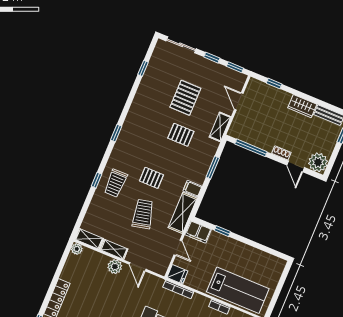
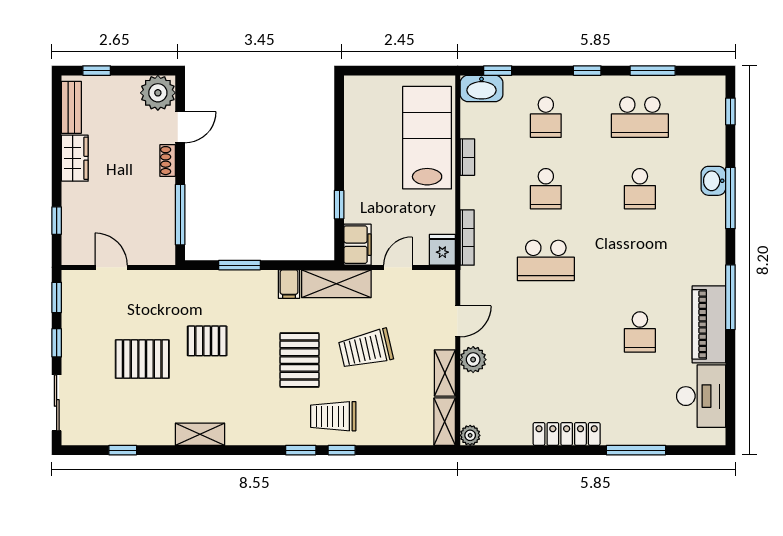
door: (239, 101) -> (111, 267), swing flipped
shelving: (220, 127) -> (200, 434), moved
window: (116, 133) -> (301, 450), moved
pallet: (181, 135) -> (207, 341), turned 90
pallet: (151, 178) -> (299, 360), width x1.50, depth x1.42
trolley: (116, 183) -> (333, 416), turned 180

